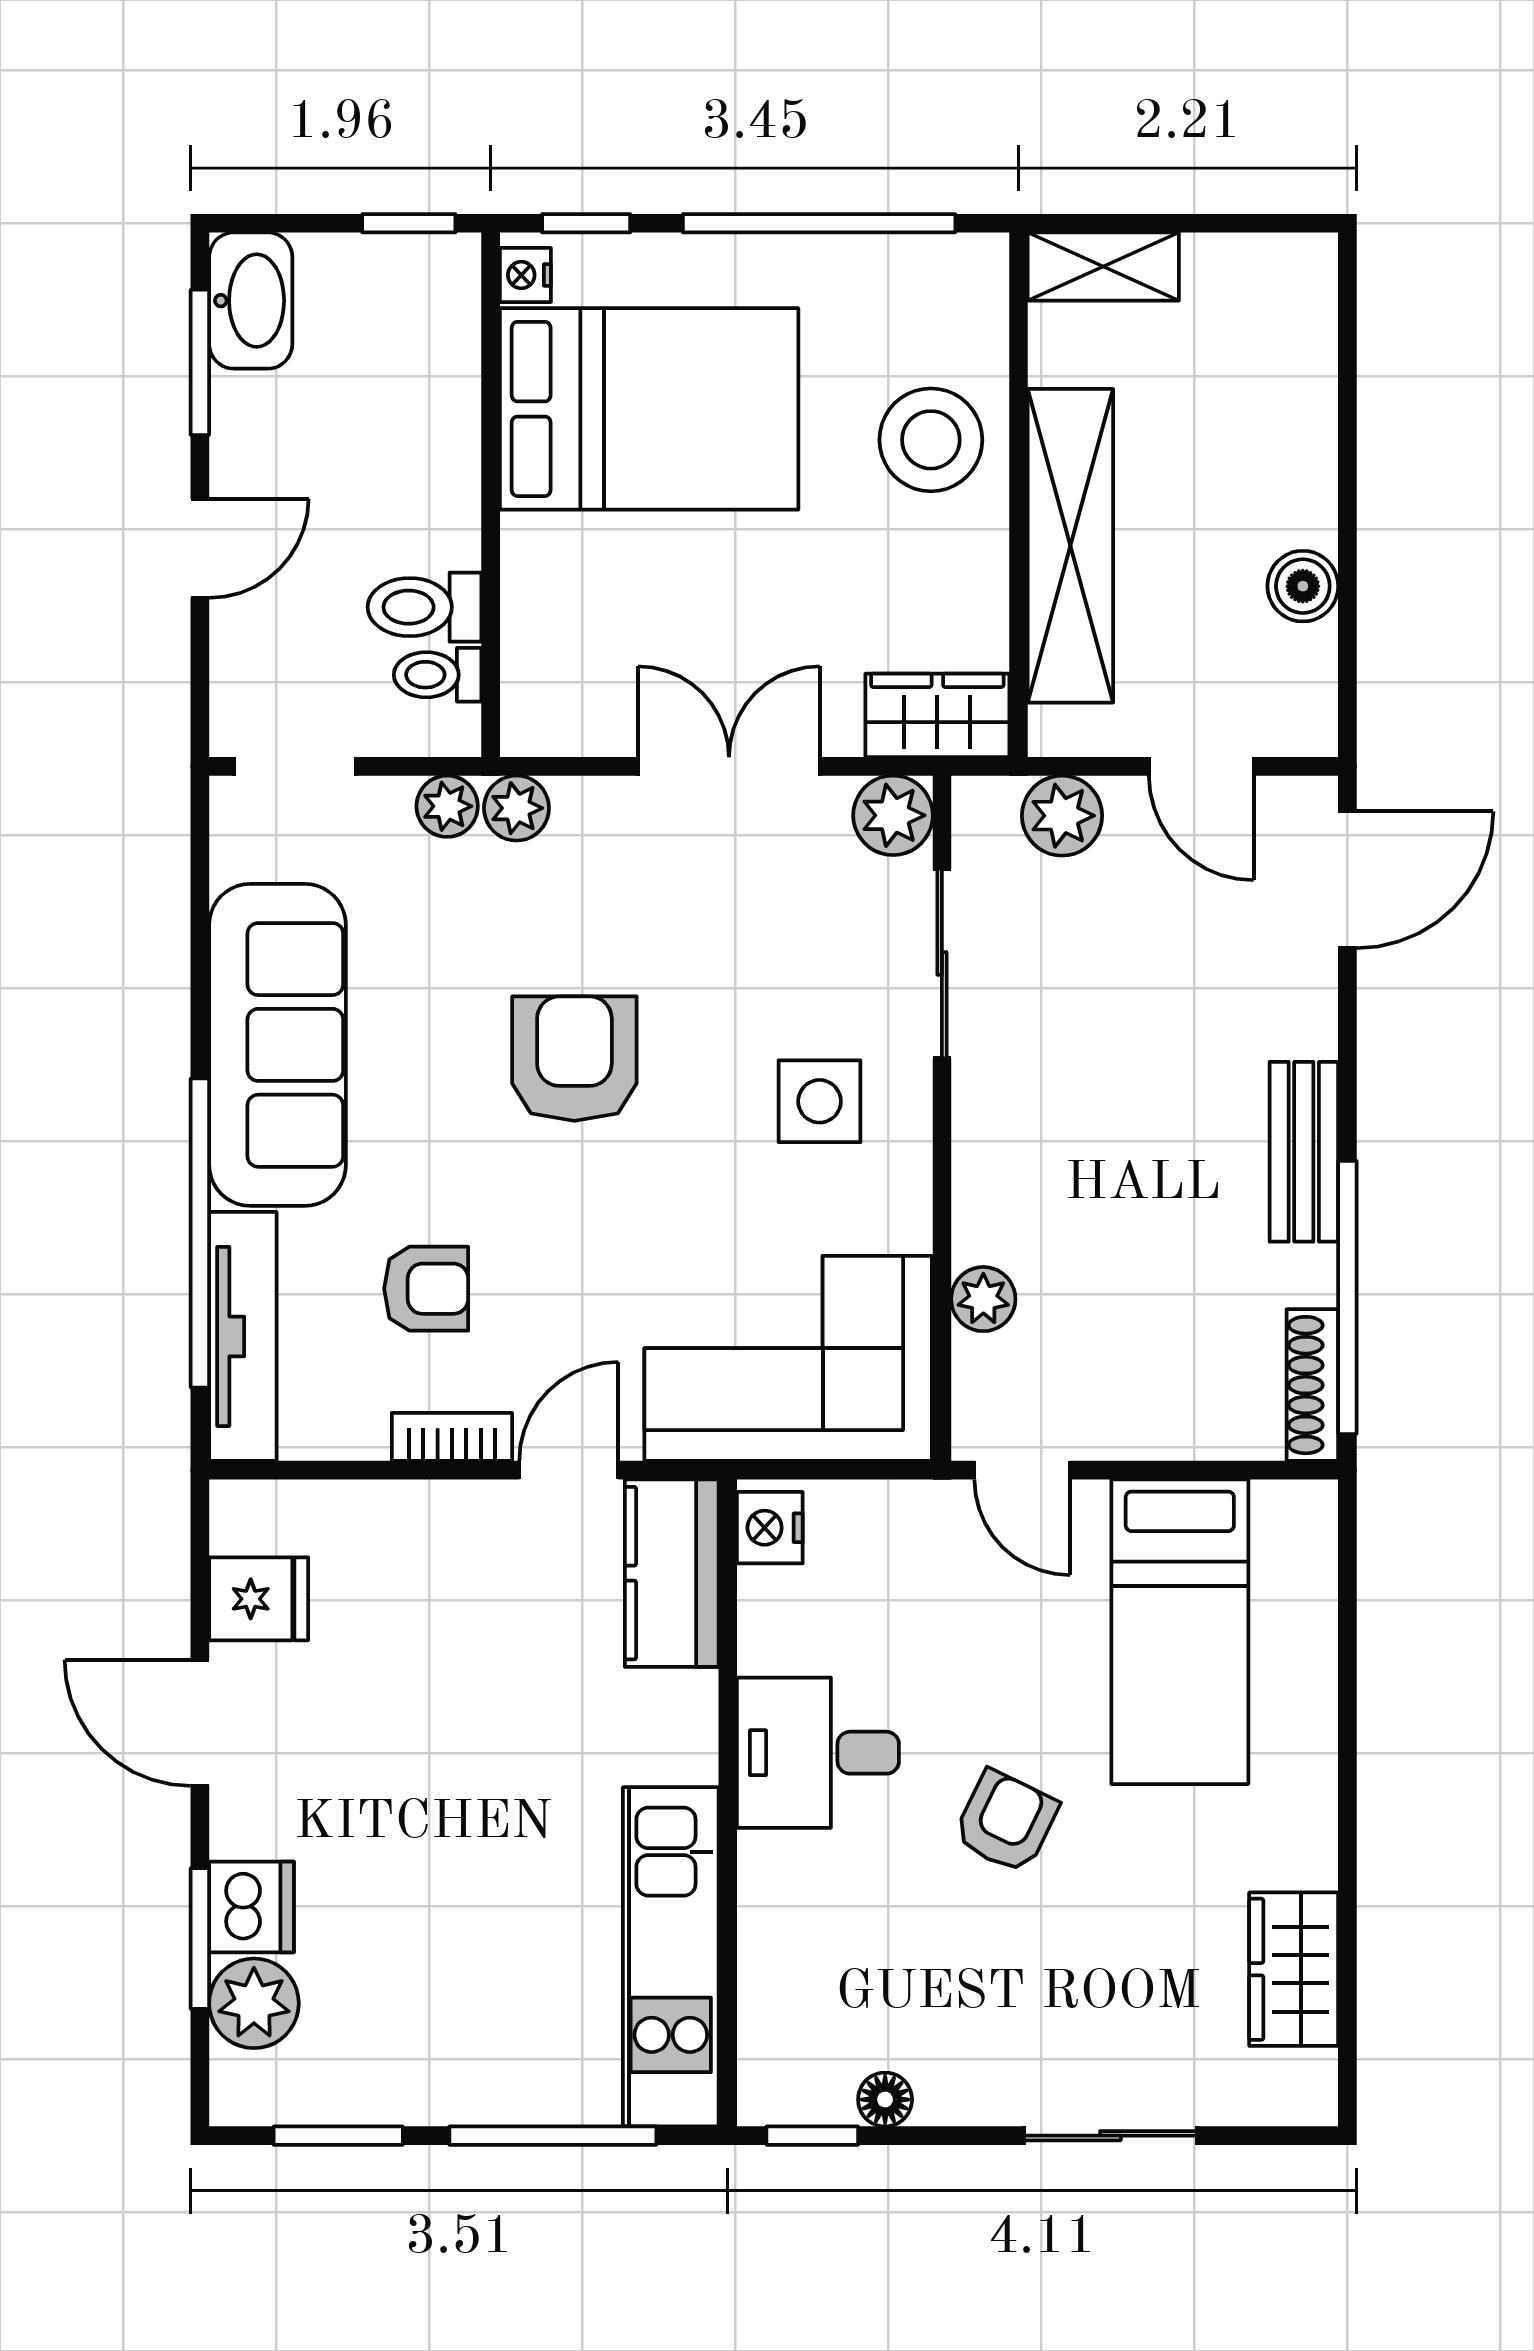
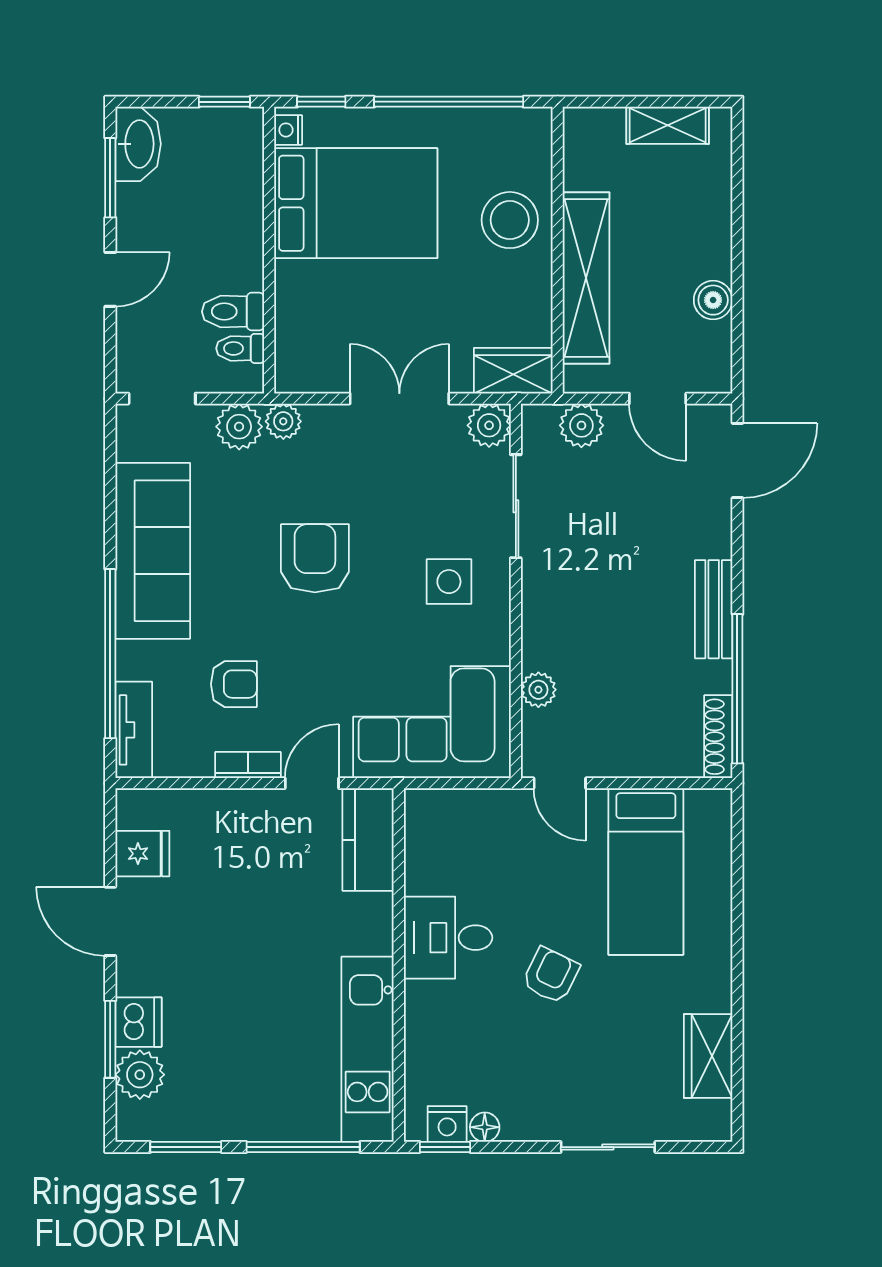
shelving: (1103, 266) -> (668, 125), moved
plant: (447, 806) -> (239, 427), width x1.38, depth x1.38
tv unit: (243, 1336) -> (134, 730), width x0.71
nightstand: (770, 1528) -> (447, 1124), moved, turned -90

